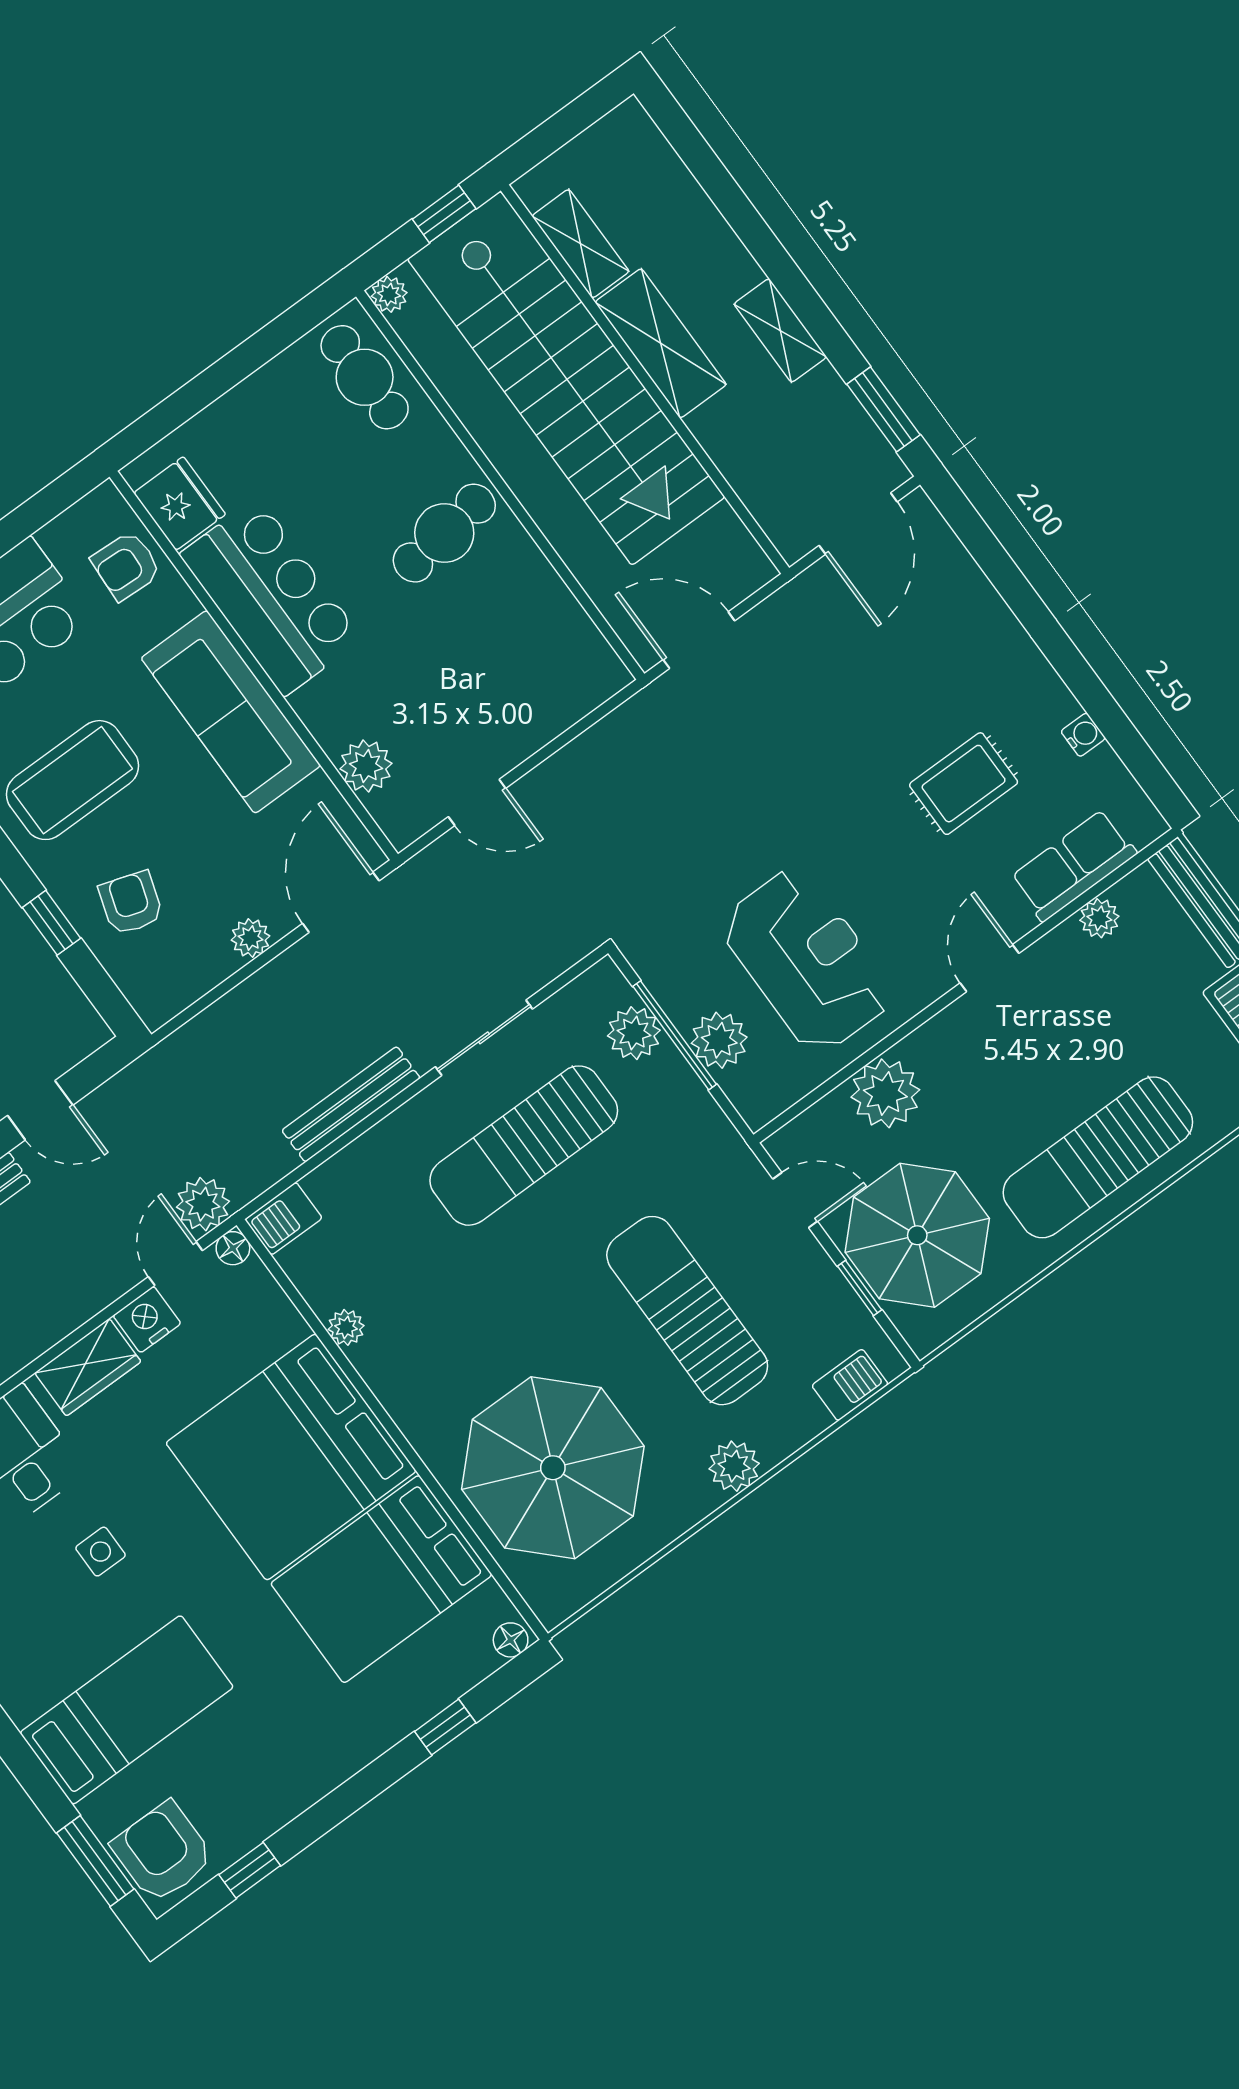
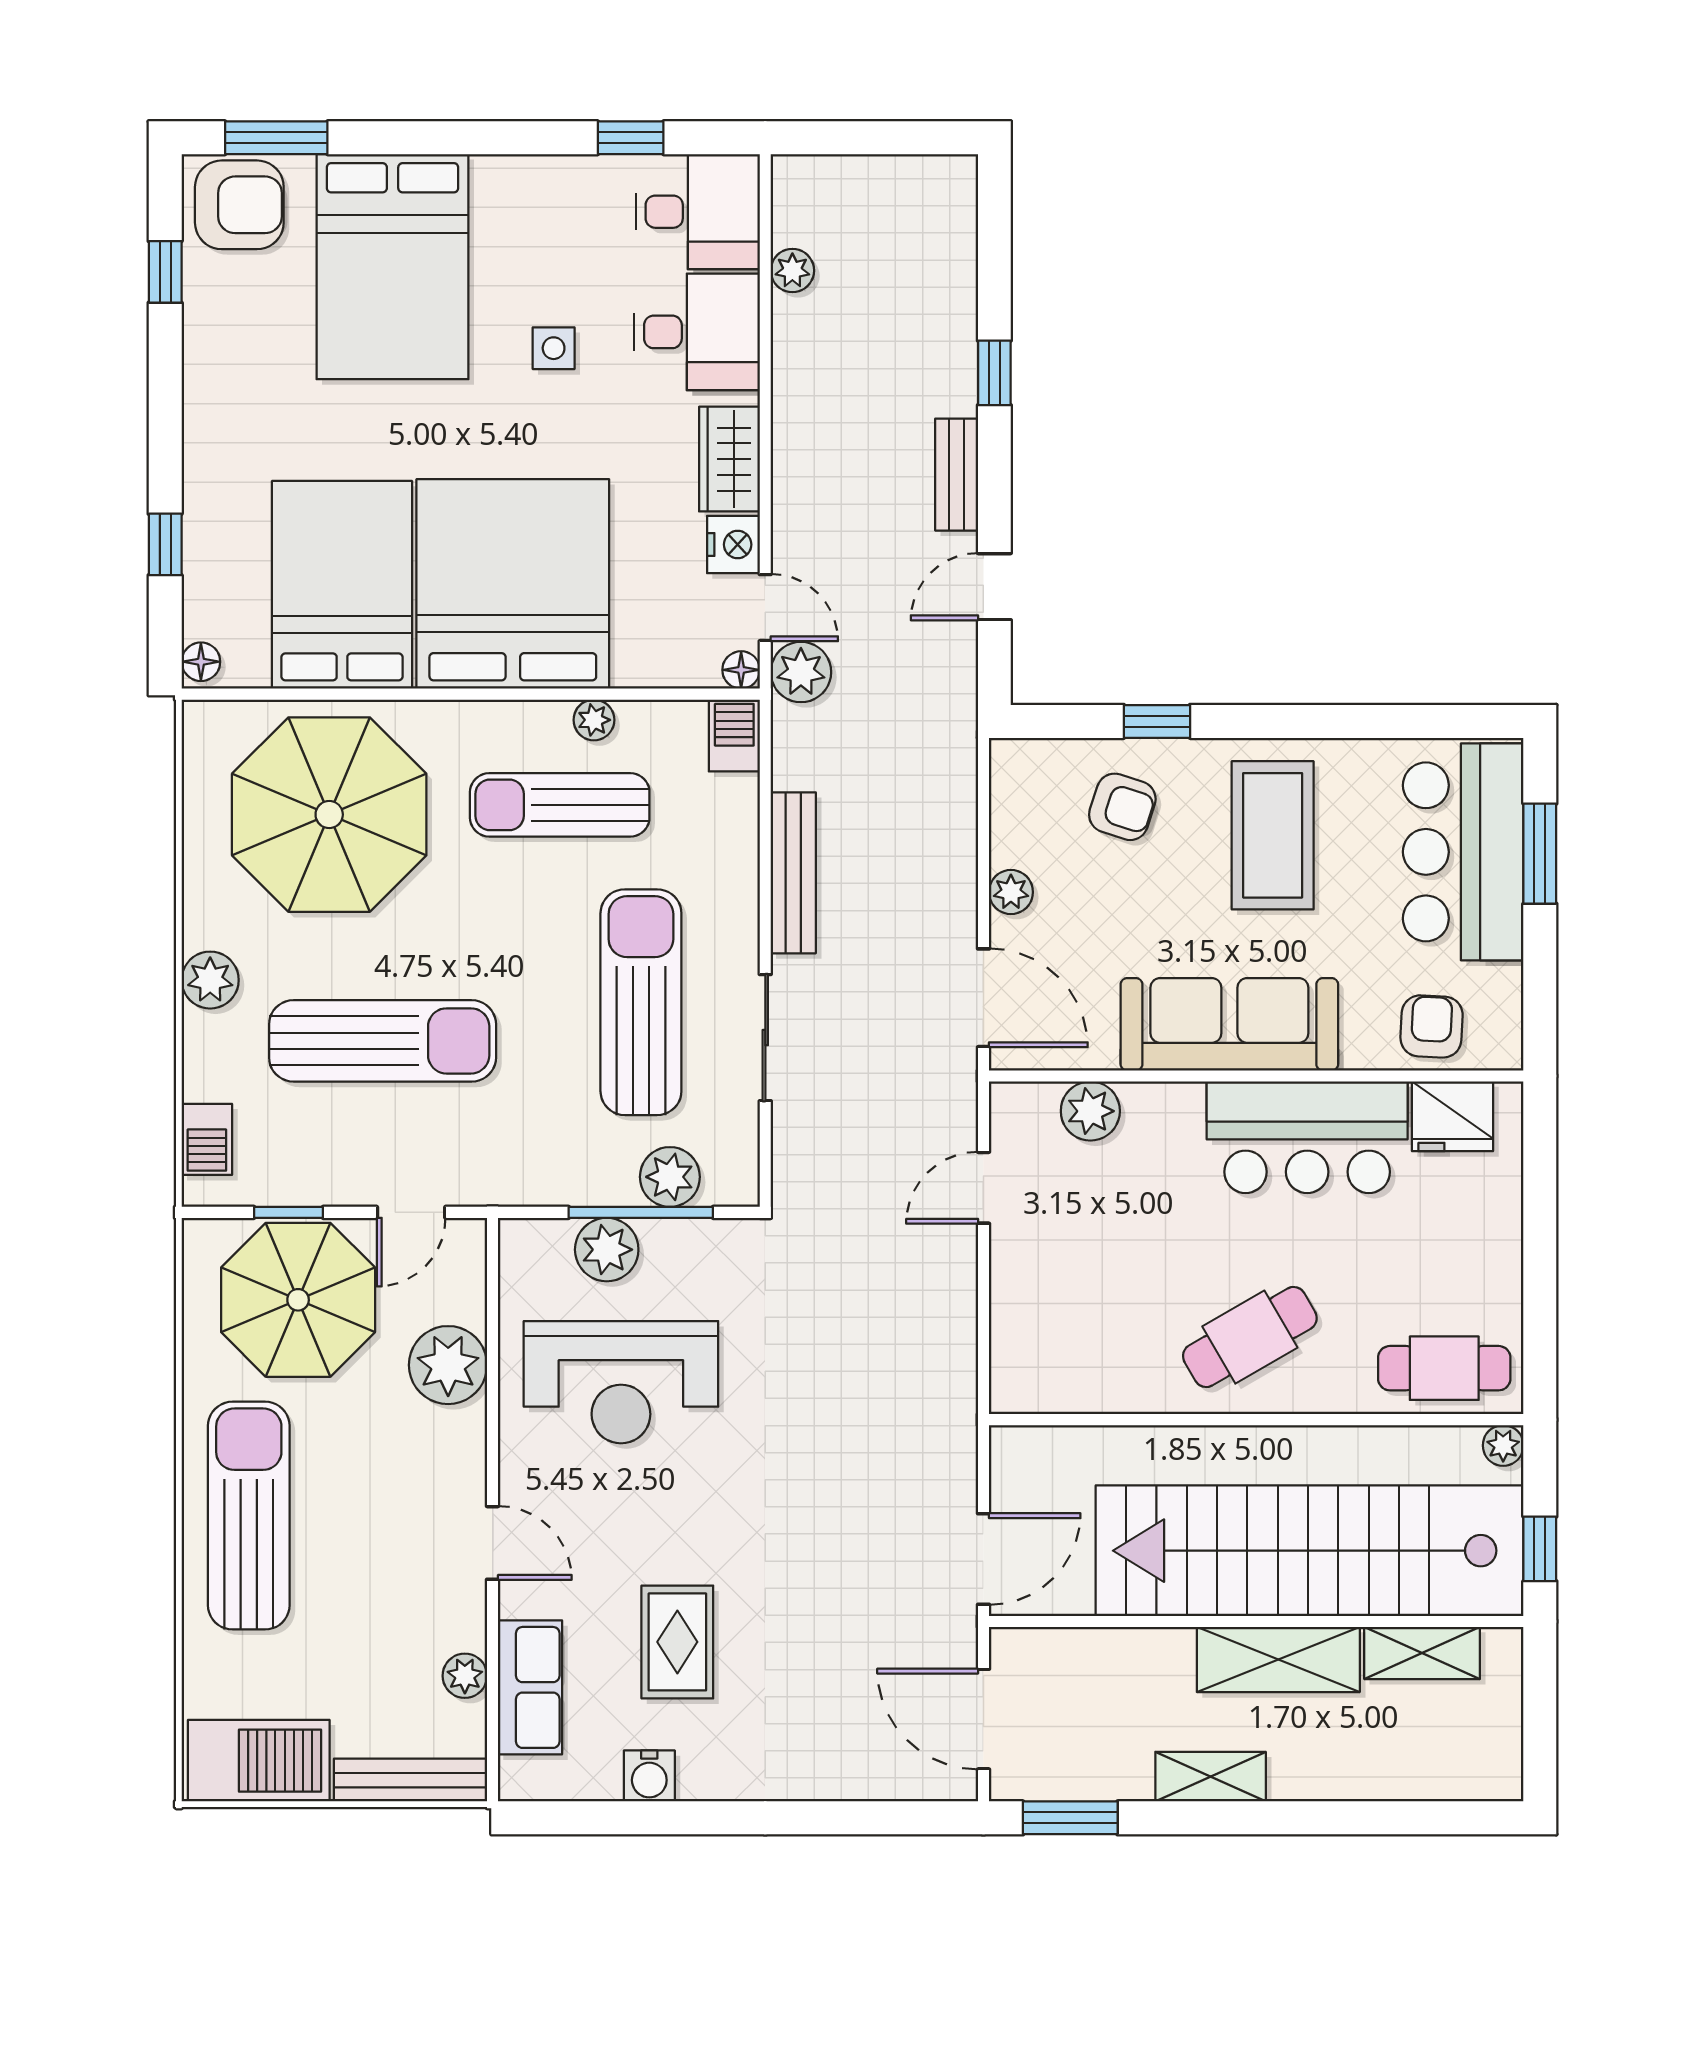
cafe table: (444, 533) -> (1250, 1337), turned 67
door: (699, 640) -> (983, 1559), moved
water cooler: (1083, 735) -> (649, 1776), width x1.38, depth x1.38
sun lounger: (425, 1307) -> (560, 805), added
bed: (127, 1710) -> (393, 267), width x1.50

